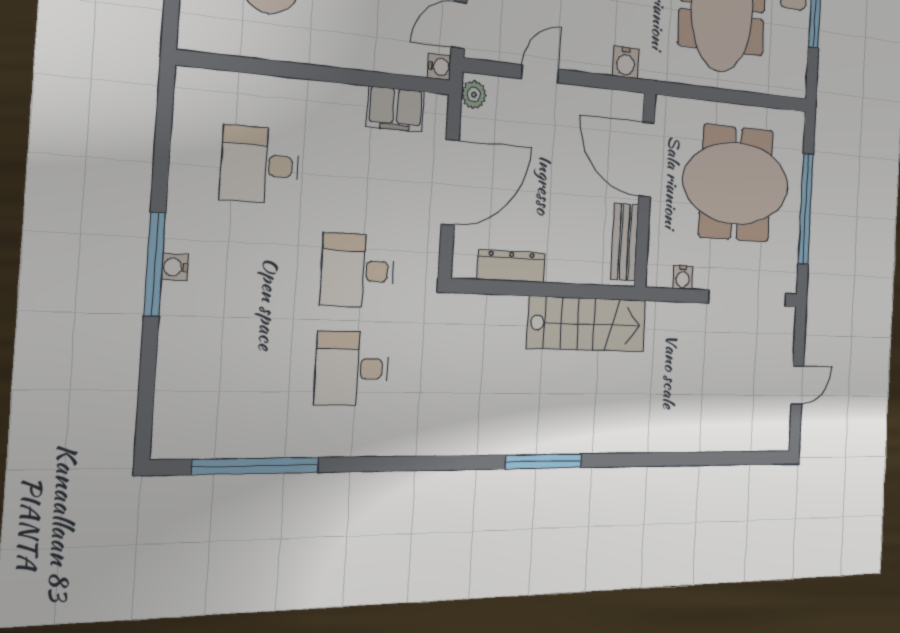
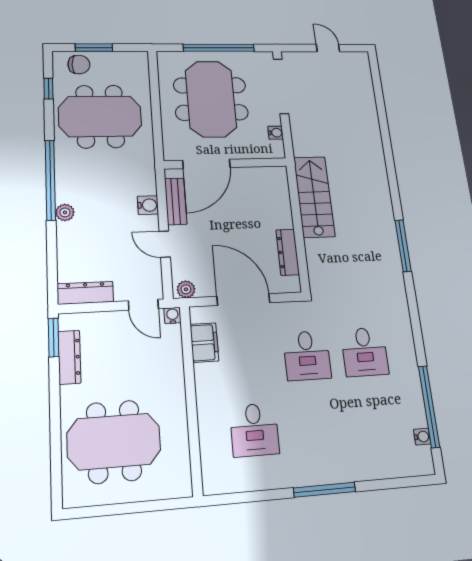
water cooler: (626, 62) -> (148, 205), moved
bench: (625, 242) -> (176, 201), moved, turned 90
water cooler: (175, 267) -> (422, 437), moved, turned -90
window: (543, 461) -> (403, 246), moved

